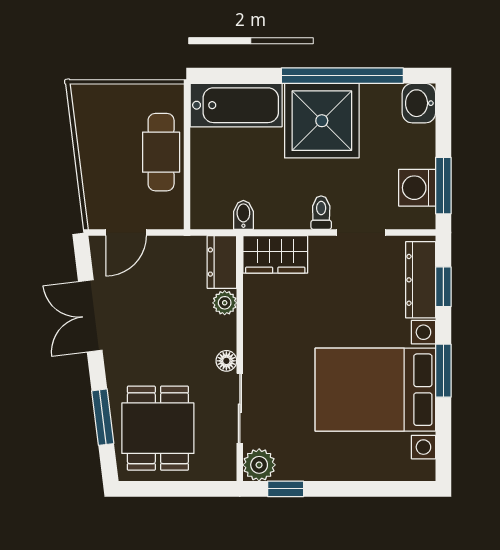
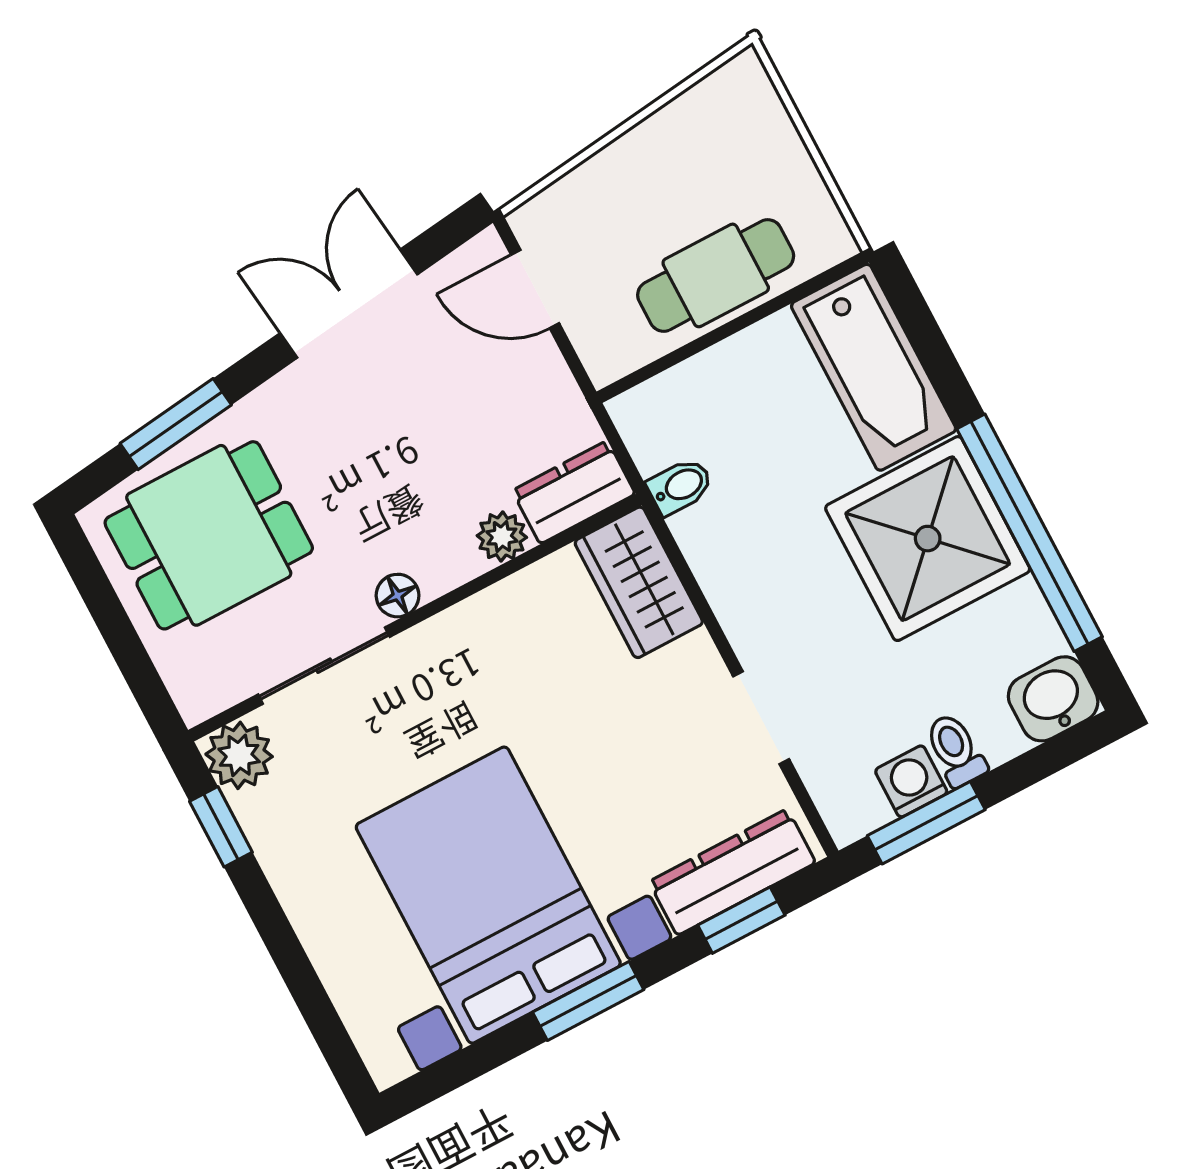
washing machine: (417, 188) -> (911, 781), width x0.73, depth x0.73
toilet: (321, 213) -> (956, 750), moved, turned -90

